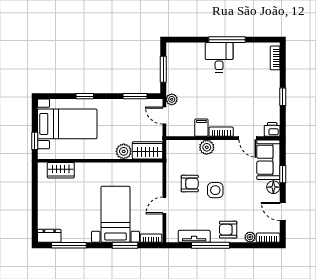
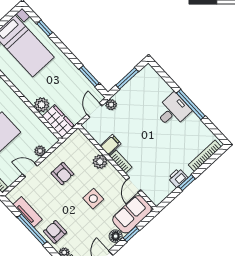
bookcase: (275, 58) -> (205, 156), width x1.56
window: (85, 96) -> (45, 28), moved
printer: (272, 129) -> (178, 178), moved, turned -90
plant: (157, 185) -> (40, 151), added
side table: (215, 190) -> (93, 199), moved

